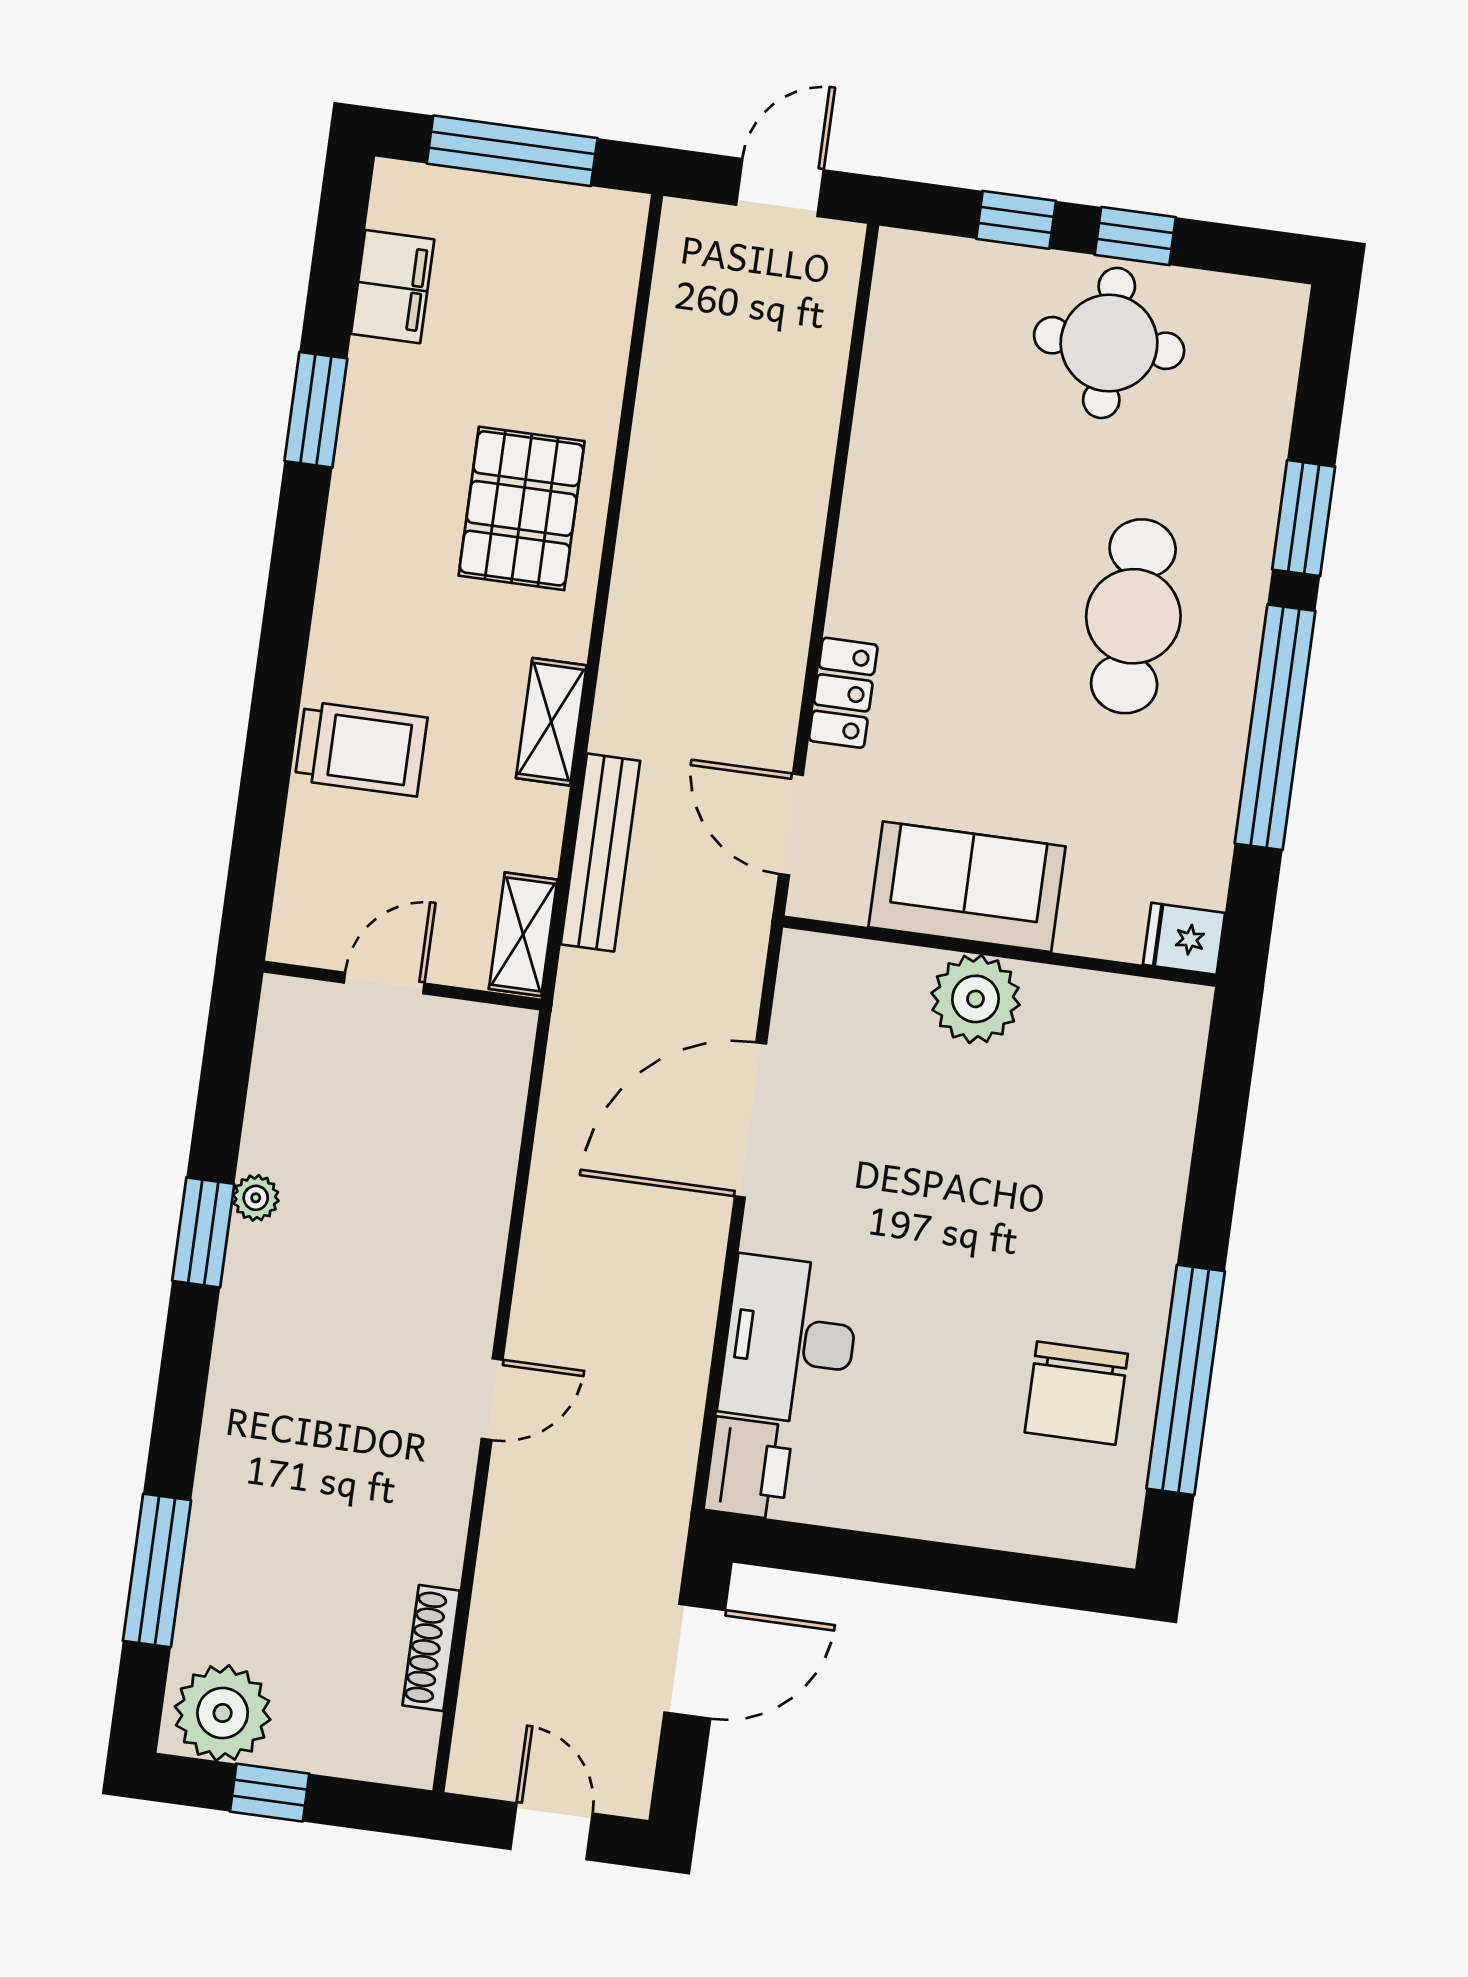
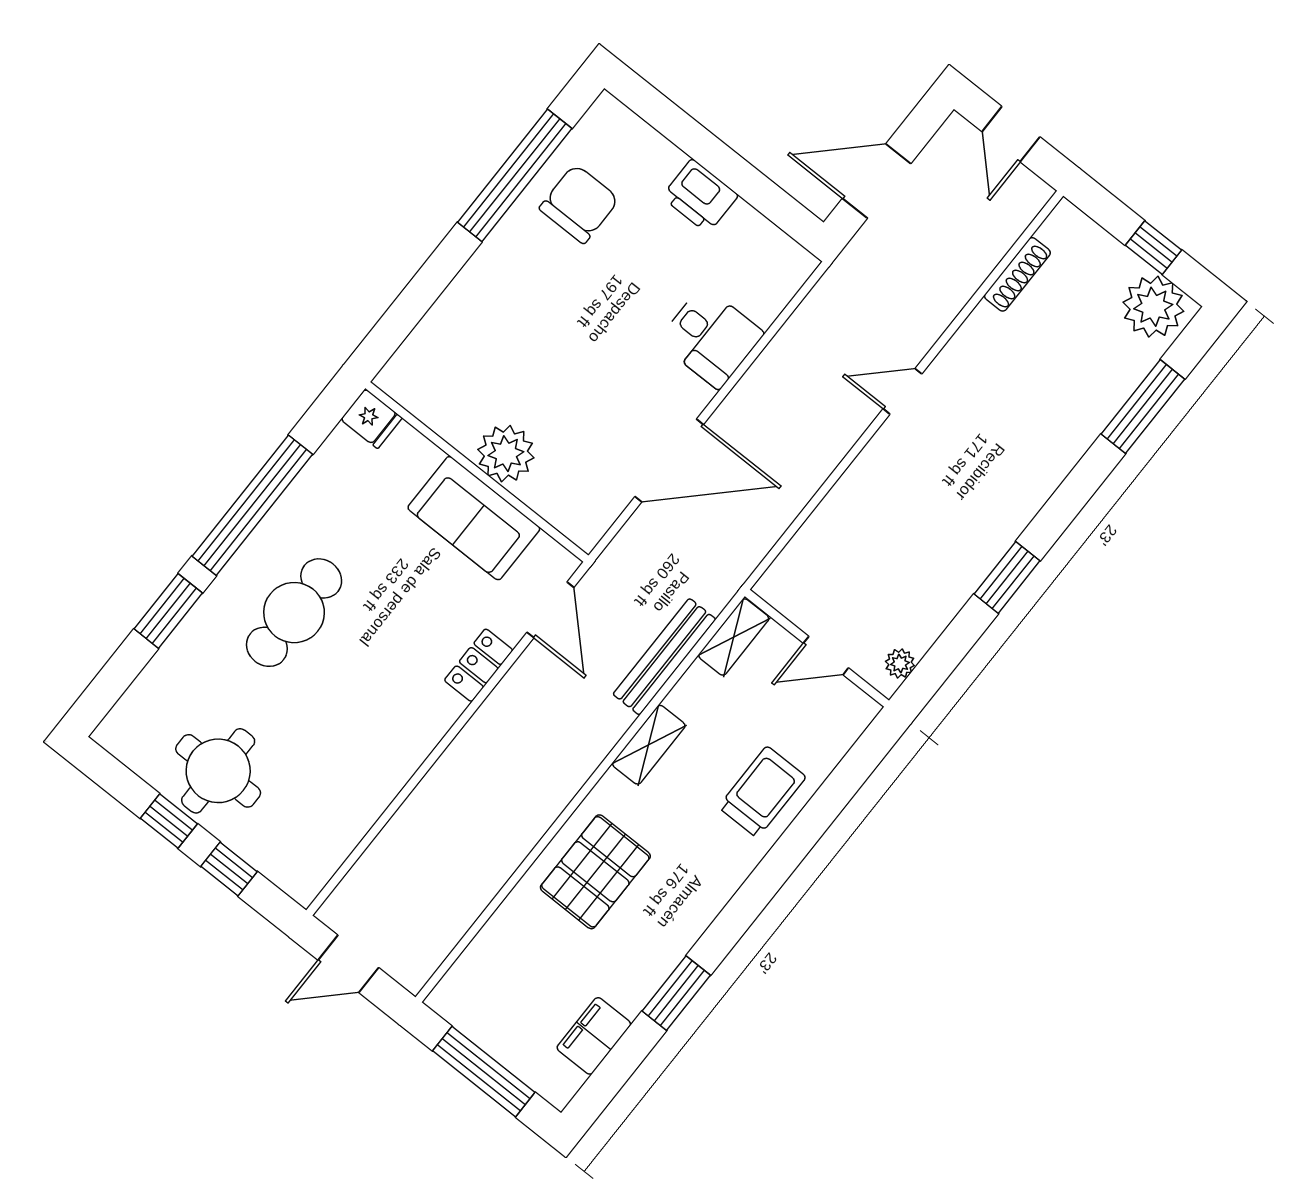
trolley: (361, 749) -> (762, 792), turned 90
plant: (256, 1198) -> (900, 663), moved
desk: (790, 1340) -> (711, 337), width x0.73
printer: (748, 1468) -> (700, 196), moved, turned -90

